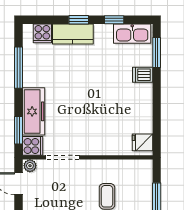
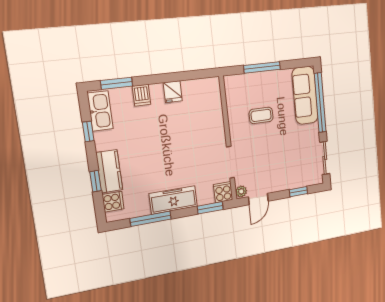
window: (79, 20) -> (96, 181), moved
freezer: (34, 111) -> (173, 200), moved
fridge: (142, 142) -> (173, 92), moved

